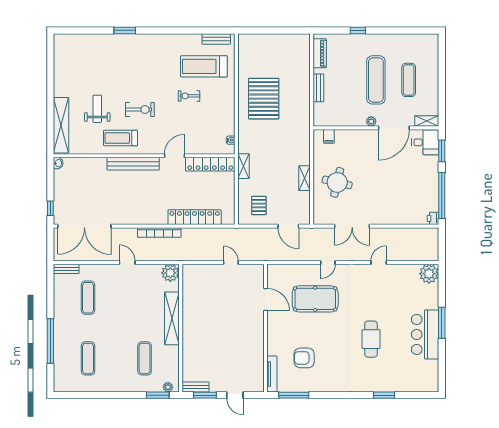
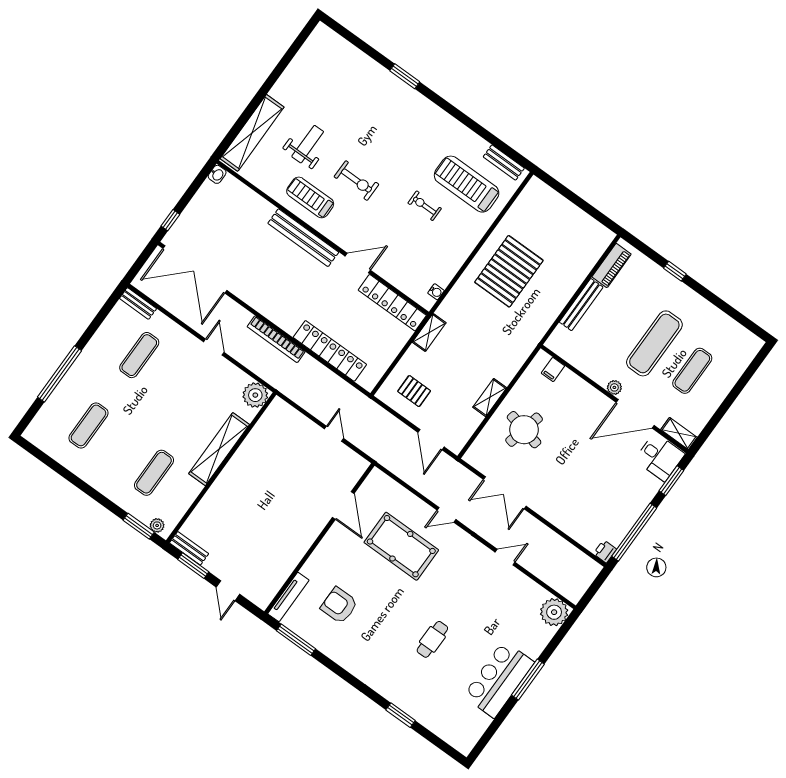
bench: (318, 88) -> (581, 305), width x1.36
pallet: (259, 205) -> (414, 391), turned 90
cafe table: (371, 339) -> (432, 639), width x0.73, depth x0.74

